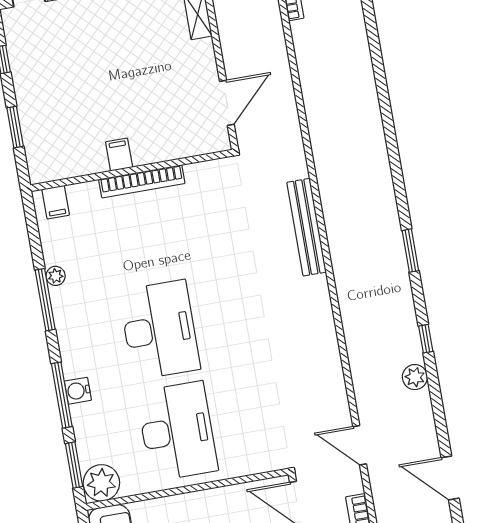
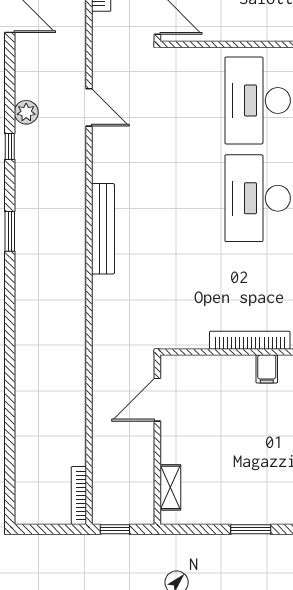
bench: (307, 227) -> (103, 229), moved
door: (360, 445) -> (89, 107), moved

